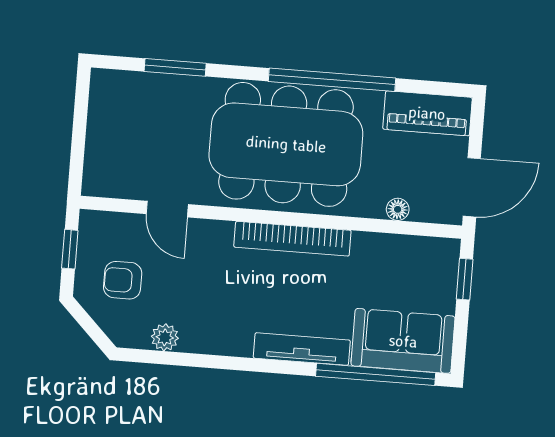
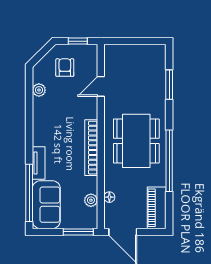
dining table: (286, 144) -> (136, 141), width x0.73, depth x0.80
plant: (401, 248) -> (91, 200), added
window: (465, 279) -> (78, 232), width x1.50
tv unit: (302, 349) -> (39, 163), width x0.71

